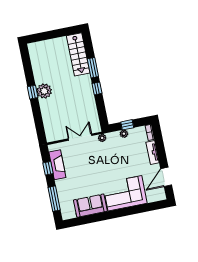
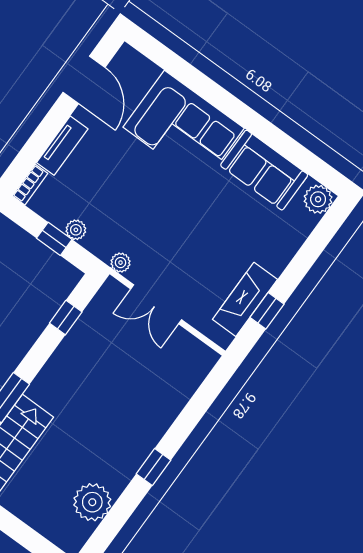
window: (97, 88) -> (66, 318), moved
plant: (44, 91) -> (92, 502), moved
door: (166, 177) -> (84, 80), hinge flipped
window: (54, 199) -> (312, 248), removed
plant: (67, 214) -> (318, 199), added

